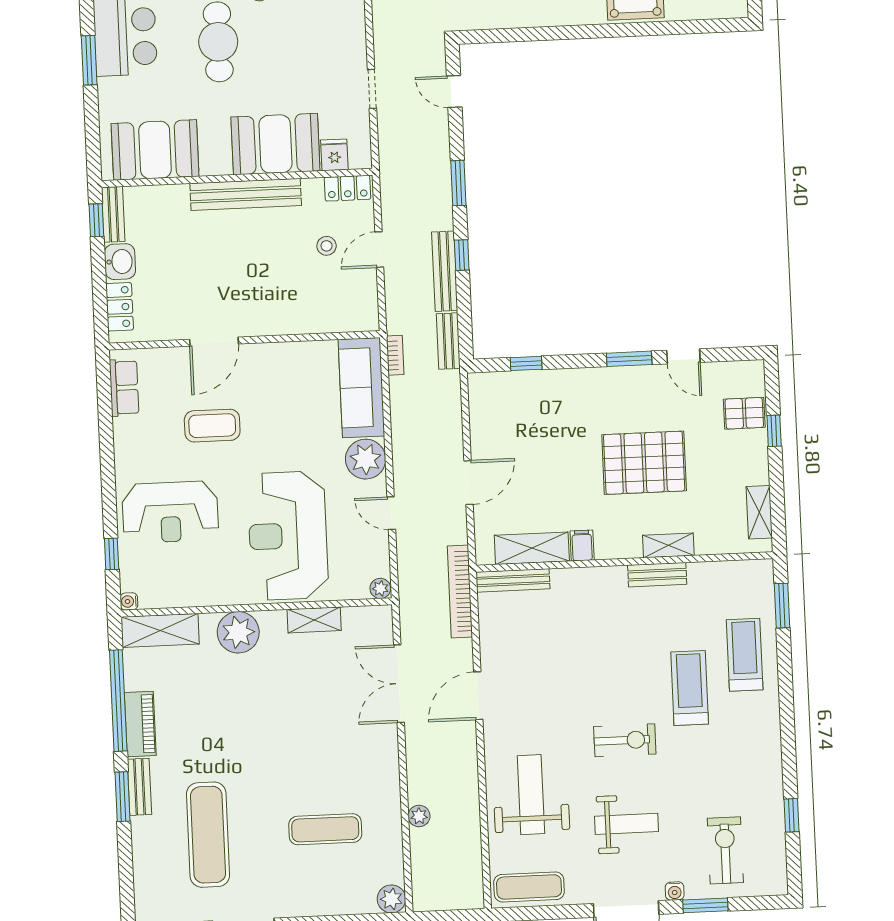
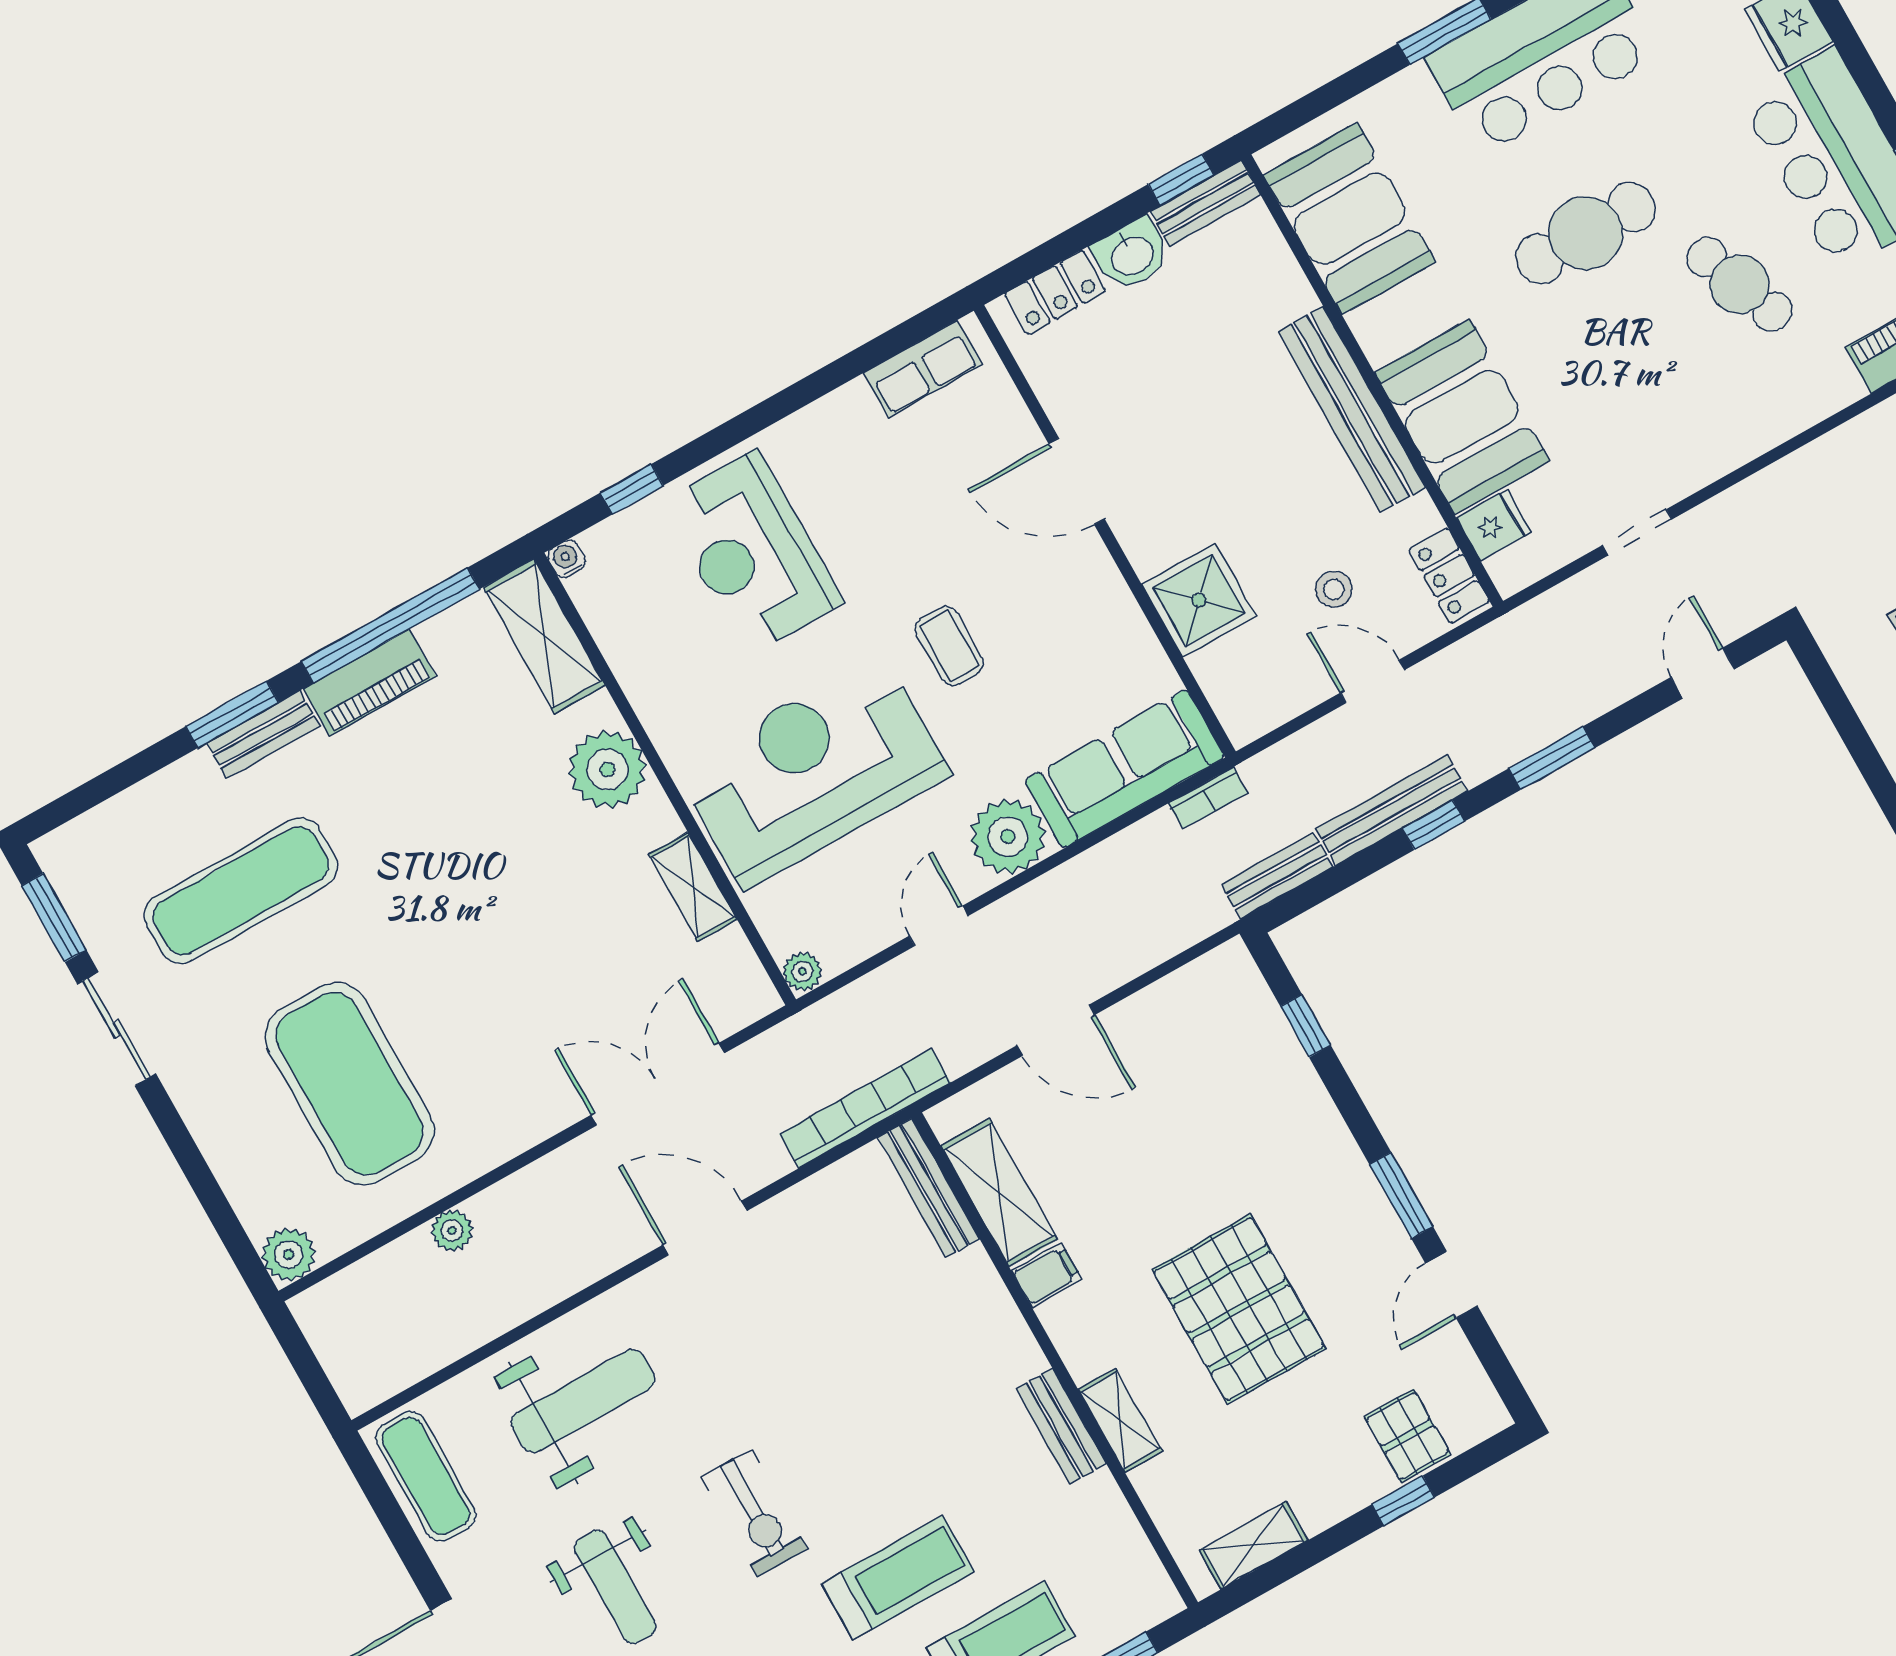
shower: (299, 312) -> (1199, 600), added
coffee table: (212, 426) -> (950, 646), moved, width x0.73, depth x0.77
exercise mat: (325, 829) -> (350, 1084), width x2.00, depth x1.45

